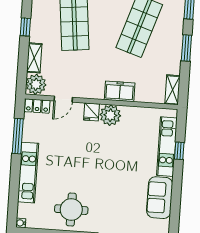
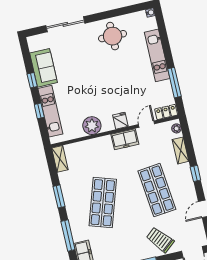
plant: (36, 84) -> (176, 128), width x0.53, depth x0.53
freezer: (120, 91) -> (125, 139), moved
plant: (110, 115) -> (92, 126), moved
window: (177, 188) -> (32, 80), added

